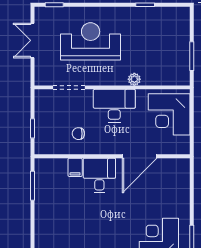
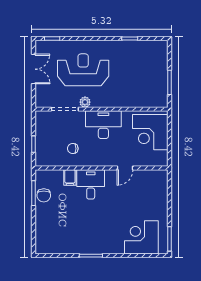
double door: (32, 40) -> (33, 69), swing flipped
plant: (134, 79) -> (85, 102), moved
door: (140, 156) -> (125, 168), width x0.53
chair: (44, 188) -> (44, 195), added

